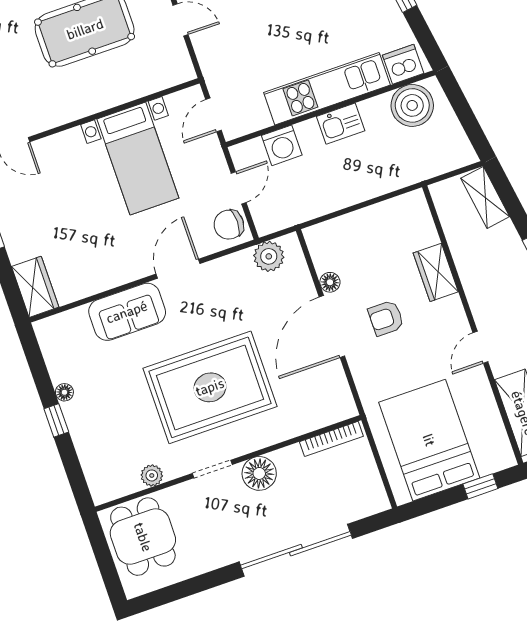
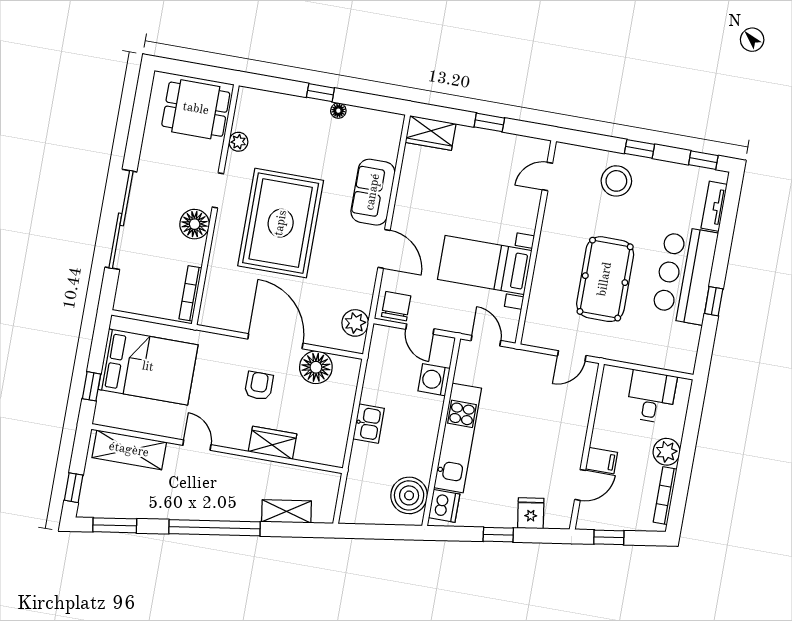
kitchen sink: (341, 124) -> (369, 424), moved, turned 180
shelving: (485, 197) -> (286, 511), moved
floor lamp: (330, 282) -> (316, 367), width x1.89, depth x1.89

